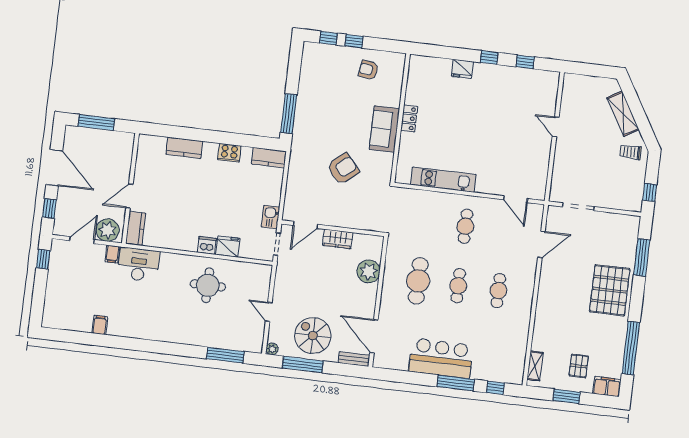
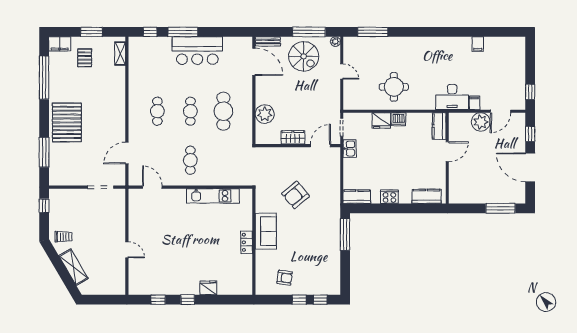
wall: (130, 188) -> (447, 158), moved
door: (129, 196) -> (447, 152), moved
kitchen counter: (136, 228) -> (439, 126), moved

